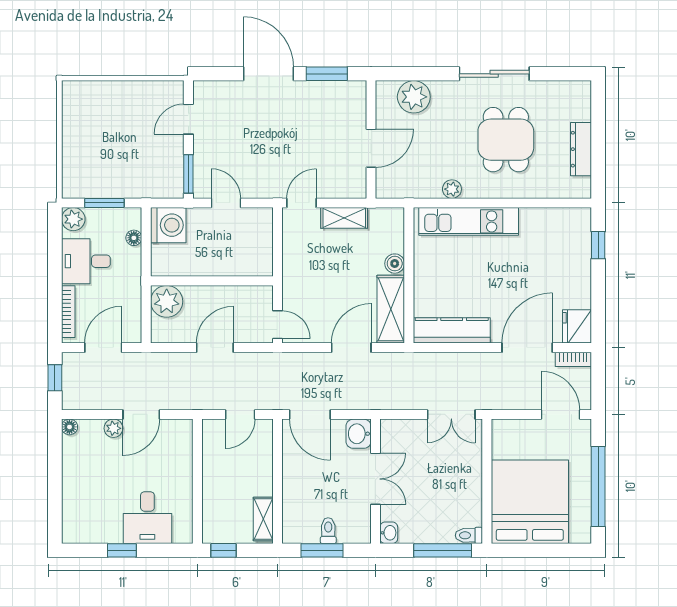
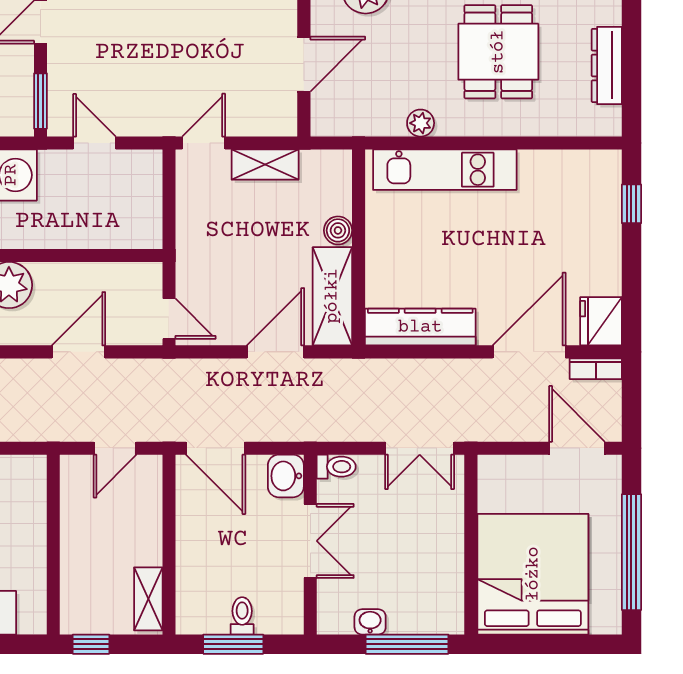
washbasin: (389, 533) -> (370, 622), moved, turned -90
toilet: (469, 535) -> (336, 467), moved, turned 180

